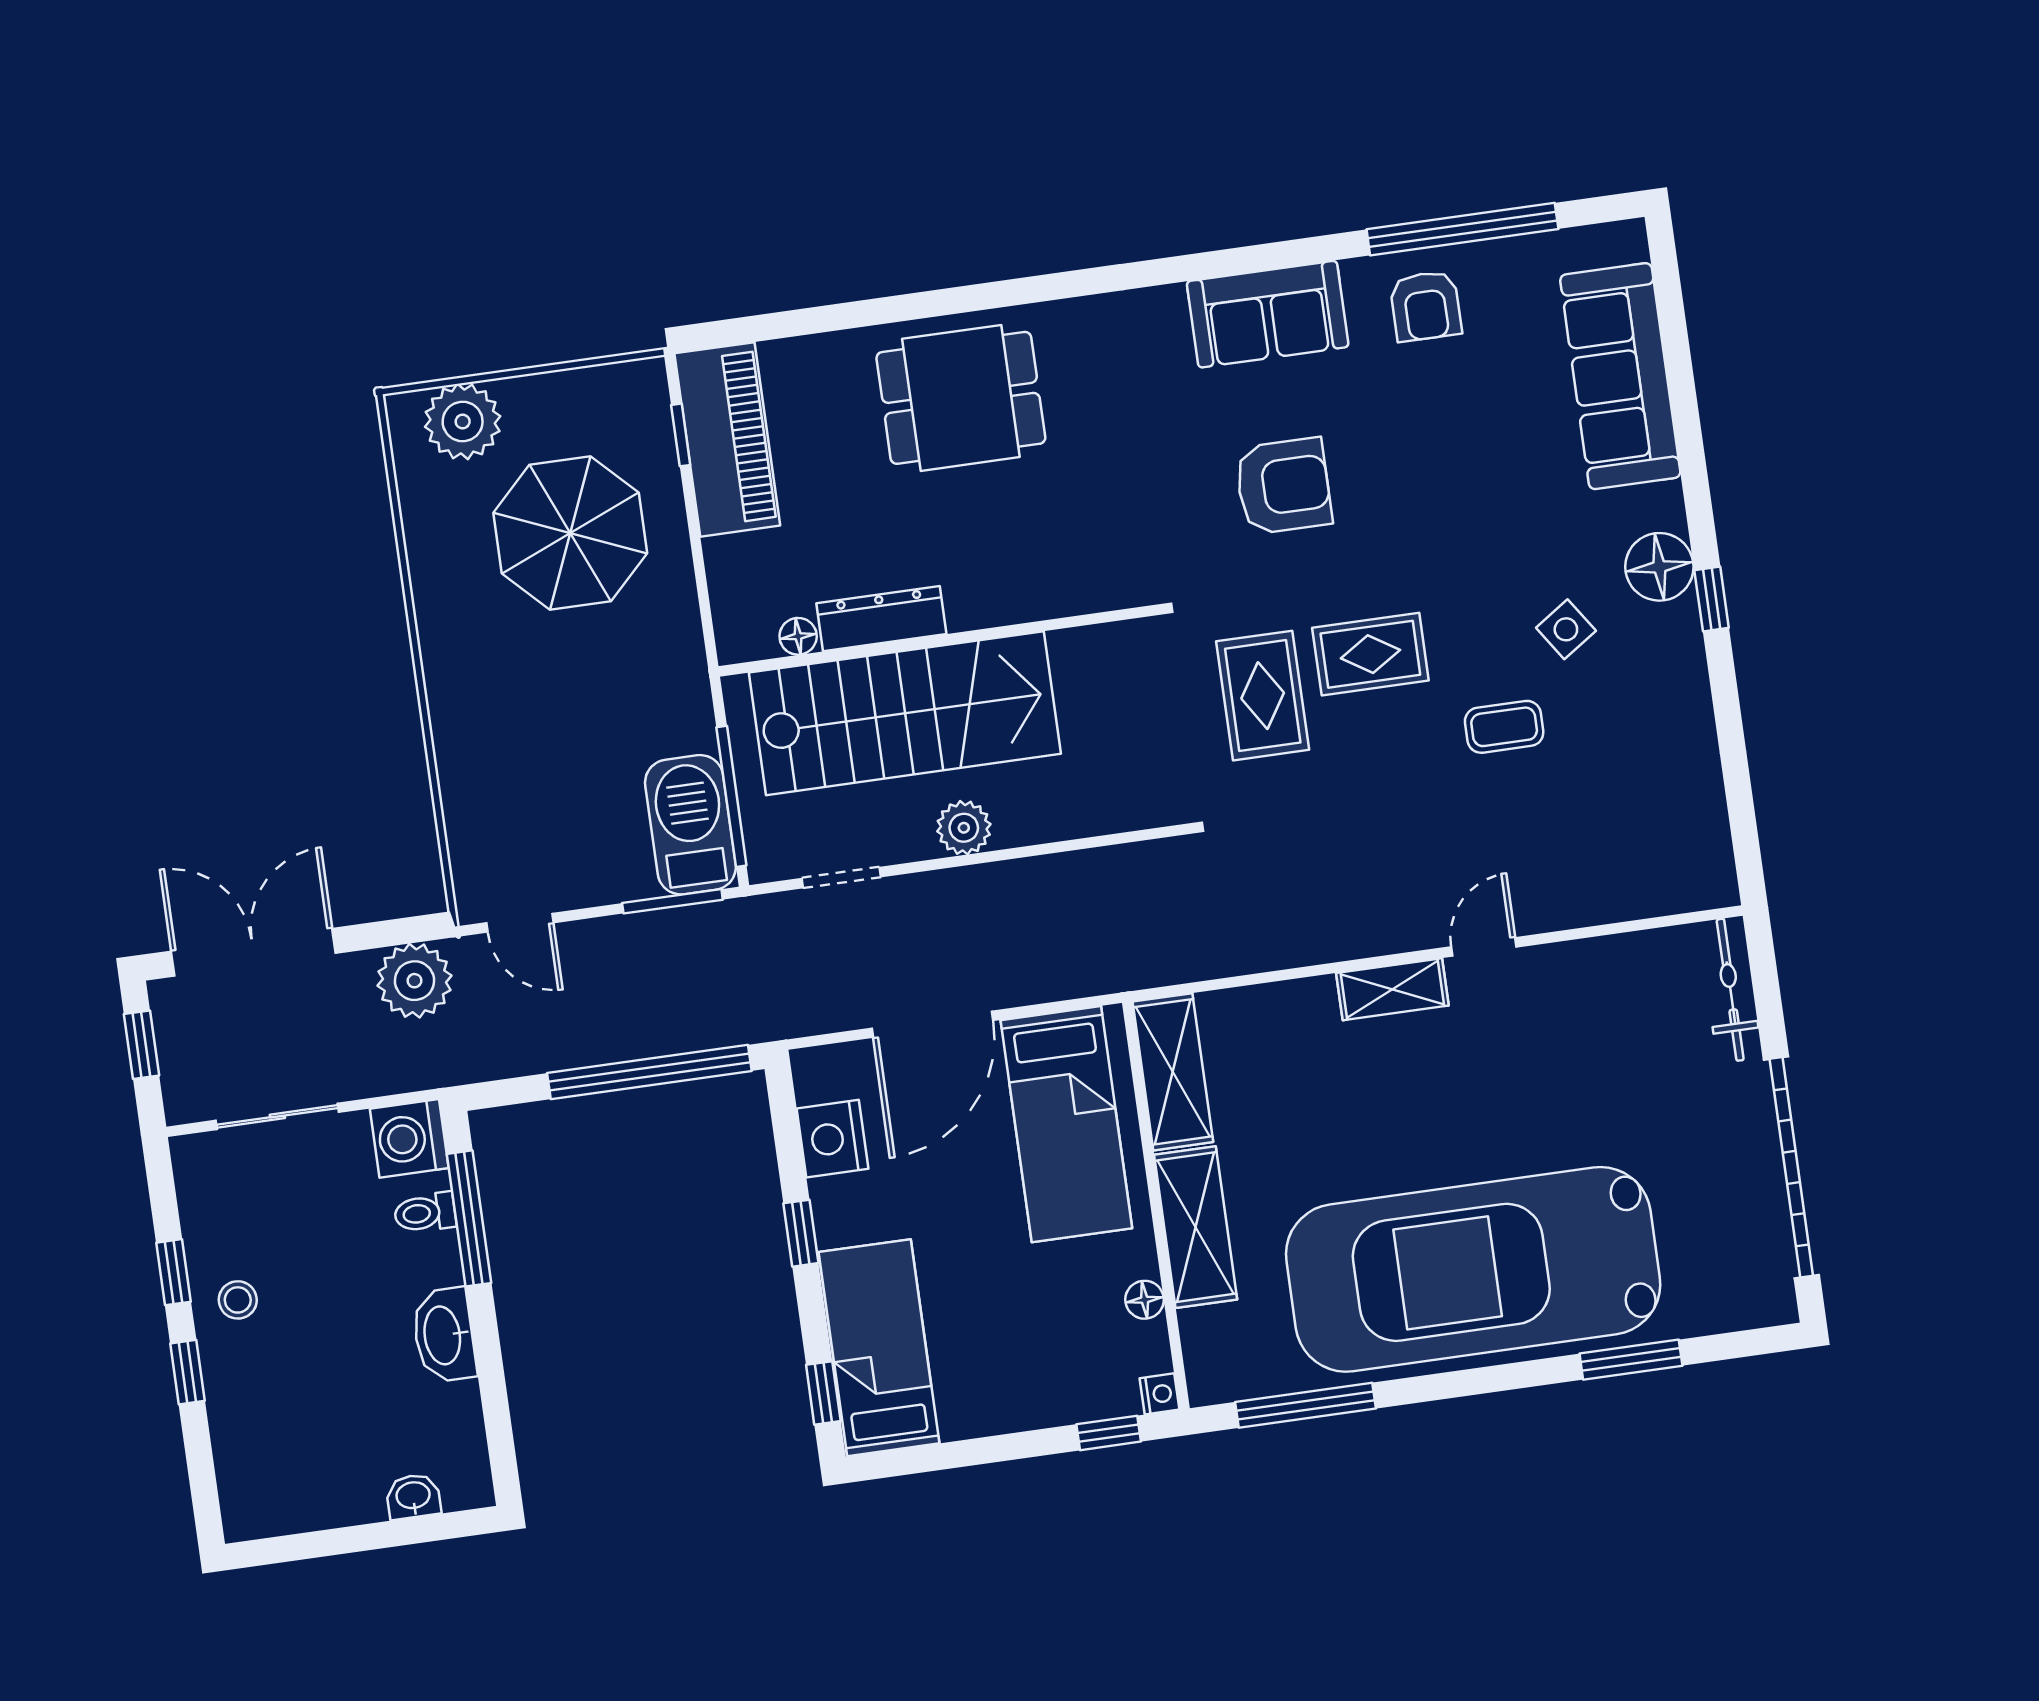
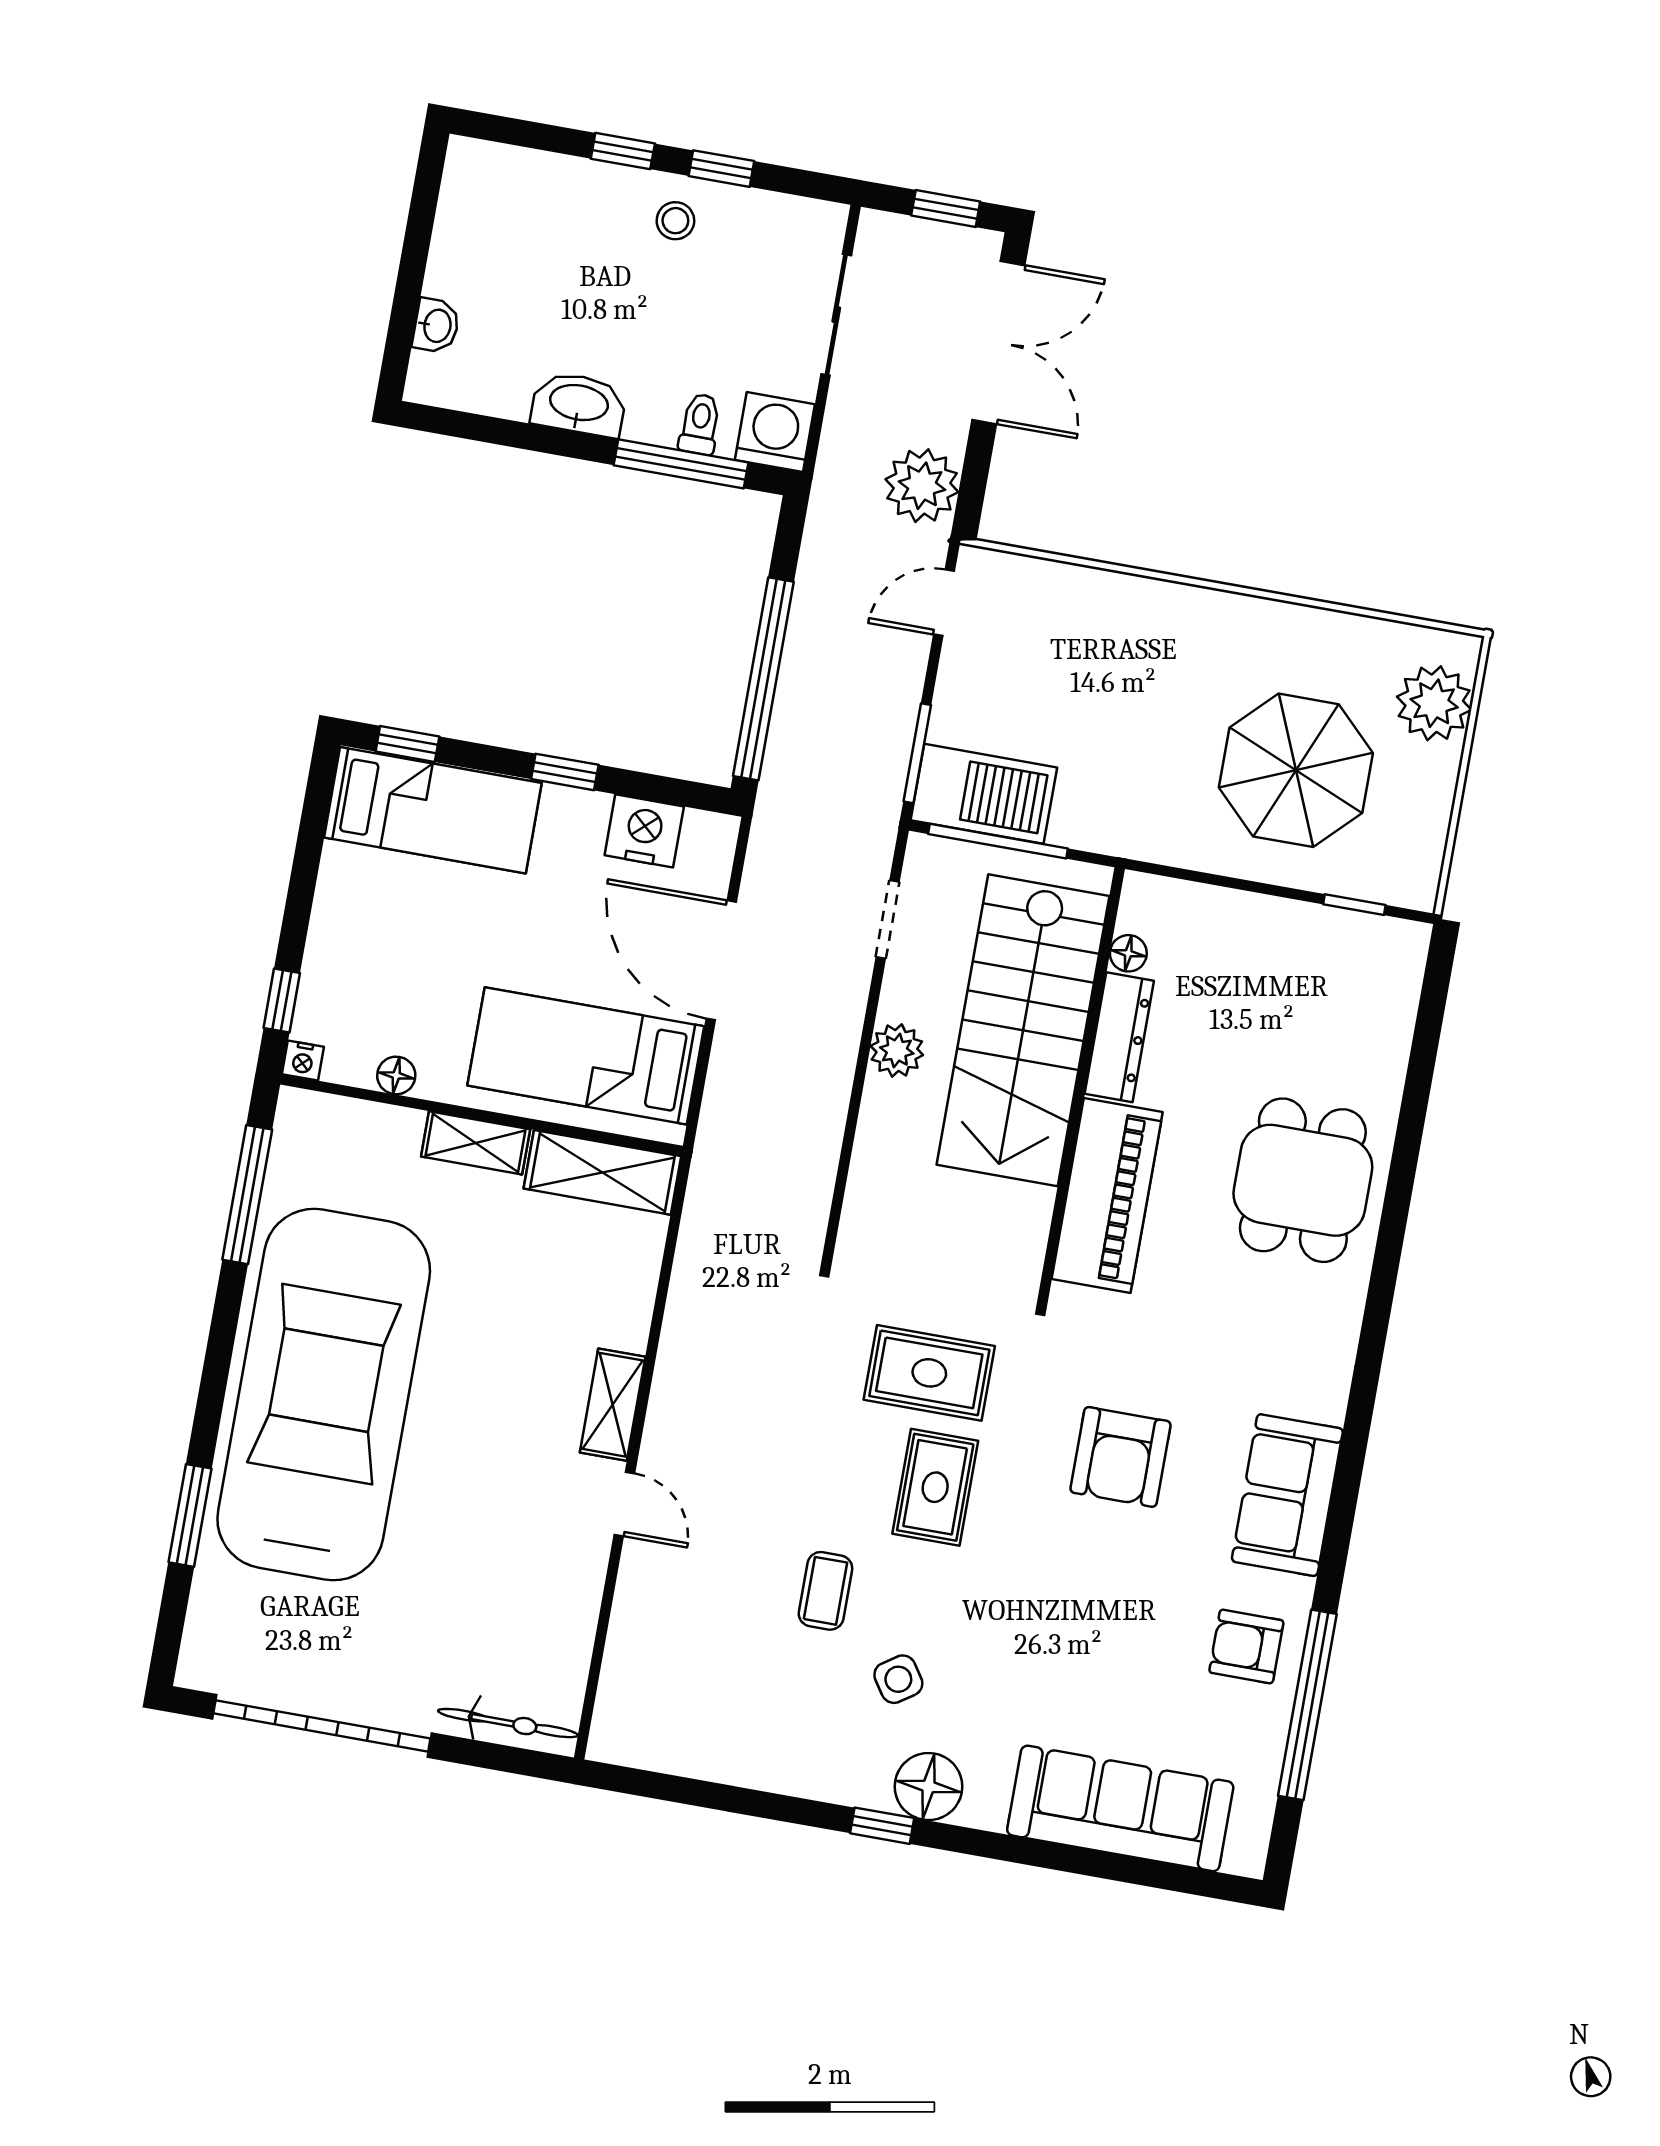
piano: (727, 439) -> (1107, 1196), moved, turned -90
shelving: (1196, 1227) -> (476, 1143), width x0.67, depth x0.75

